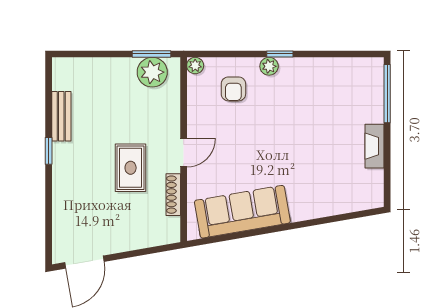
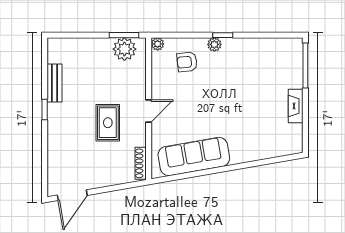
armchair: (233, 89) -> (187, 62), turned 84
shoe rack: (173, 195) -> (141, 163), moved

